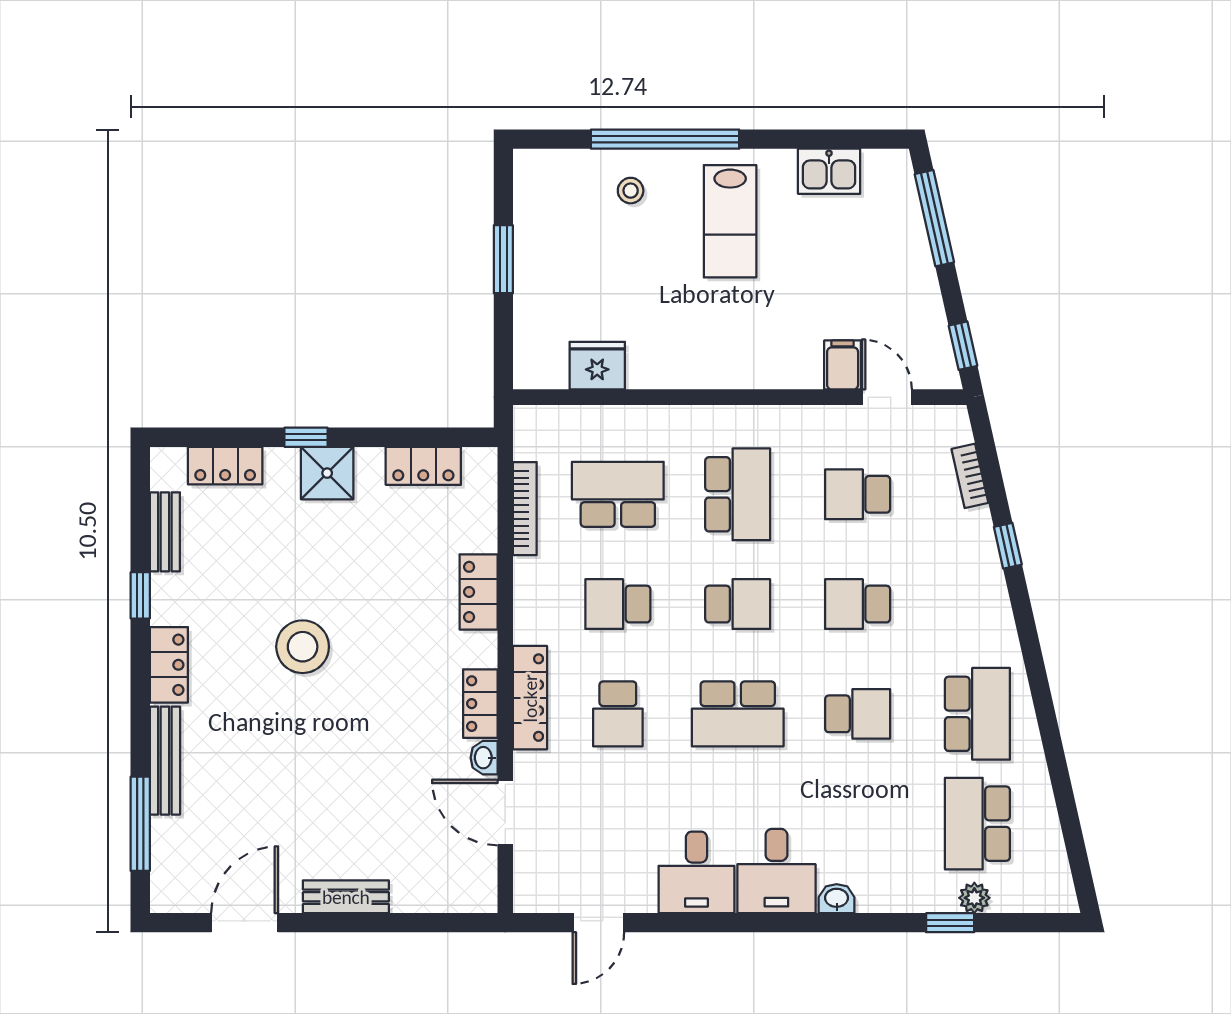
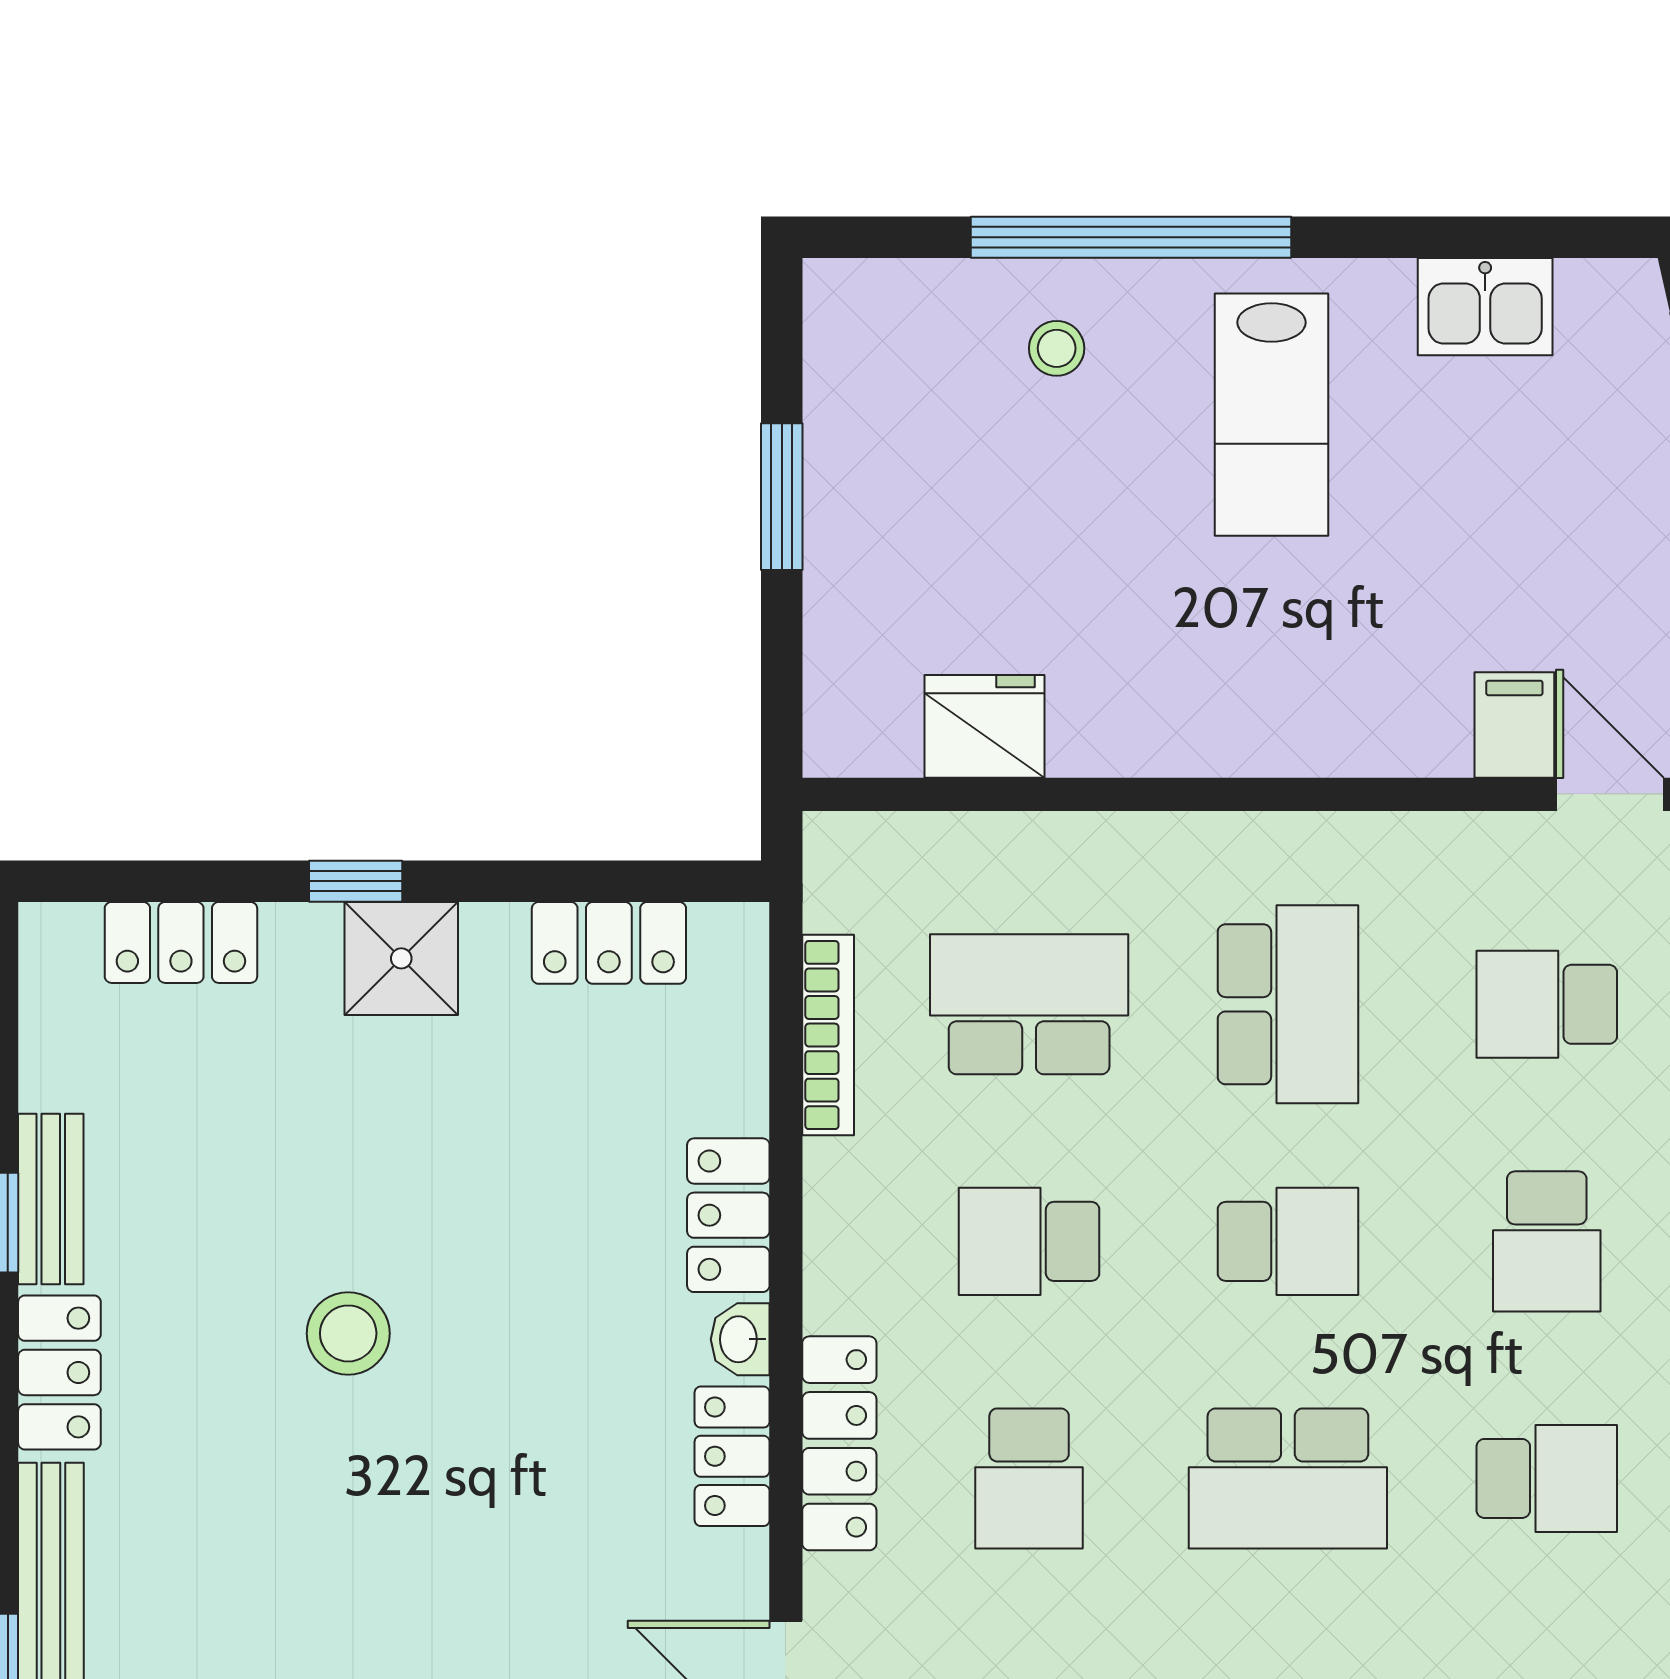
bench: (165, 532) -> (51, 1199), moved
school desk: (858, 604) -> (1547, 1241), turned -90
stool: (303, 647) -> (348, 1333), width x0.73, depth x0.73
washbasin: (484, 758) -> (740, 1339), moved

